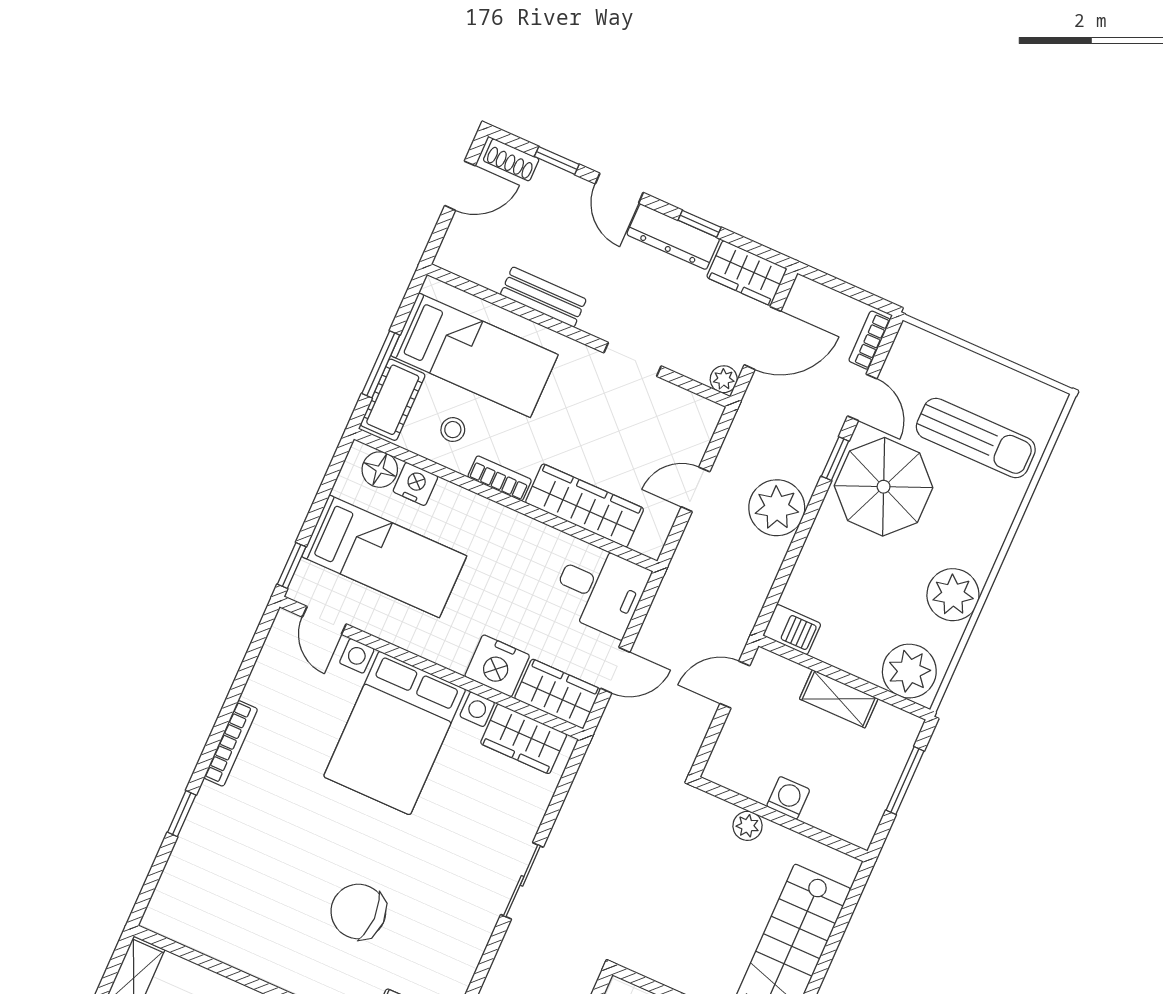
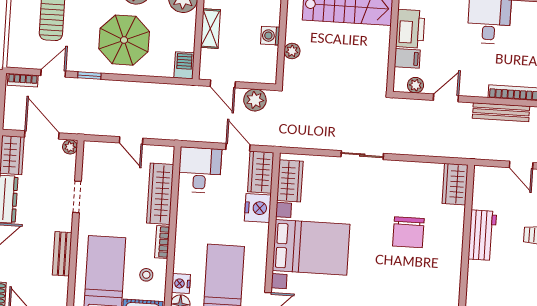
parasol: (884, 487) -> (124, 40), moved
plant: (777, 508) -> (255, 100), moved, width x0.73, depth x0.73

